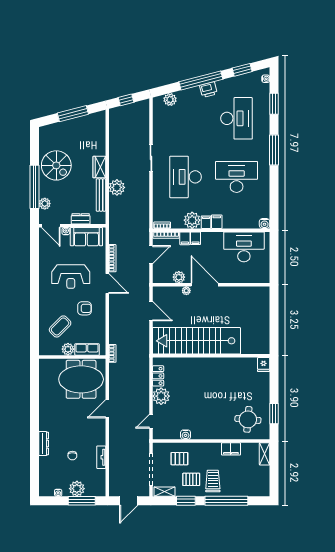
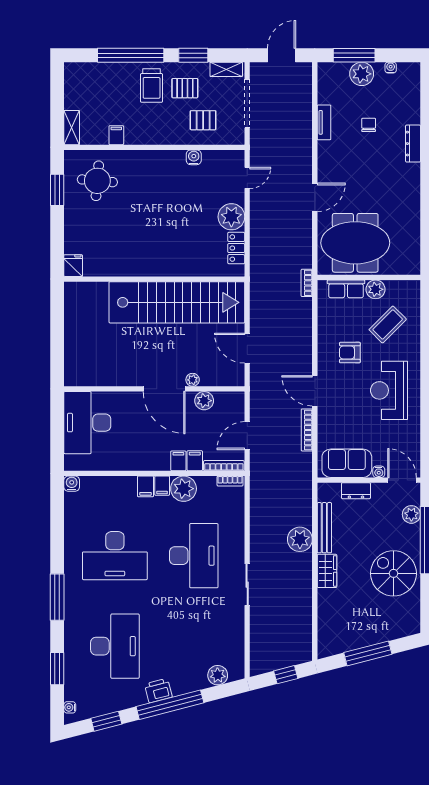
desk: (237, 118) -> (115, 646), turned 180
desk: (244, 247) -> (87, 423), moved, turned 90
reception desk: (71, 277) -> (389, 390), moved, turned -90
filing cabinet: (231, 449) -> (116, 135), width x0.50

